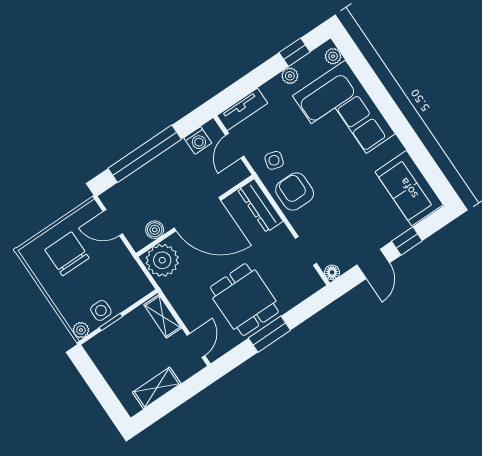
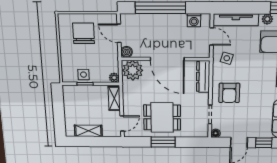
tv unit: (242, 109) -> (236, 20), width x1.41
door: (235, 146) -> (212, 36), swing flipped
armchair: (295, 192) -> (229, 93), moved, turned 180
boiler: (155, 230) -> (127, 52), moved
dining table: (244, 300) -> (162, 118), turned 90
plant: (81, 330) -> (114, 78), moved

